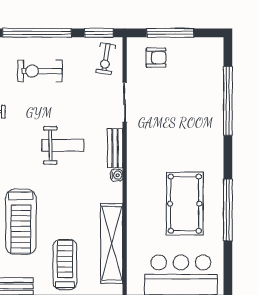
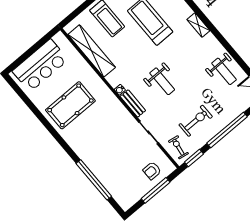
exercise bike: (40, 71) -> (196, 121), moved
weight bench: (63, 145) -> (162, 81), turned -90
pool table: (185, 204) -> (70, 105), turned 90
window: (228, 210) -> (44, 121), removed

